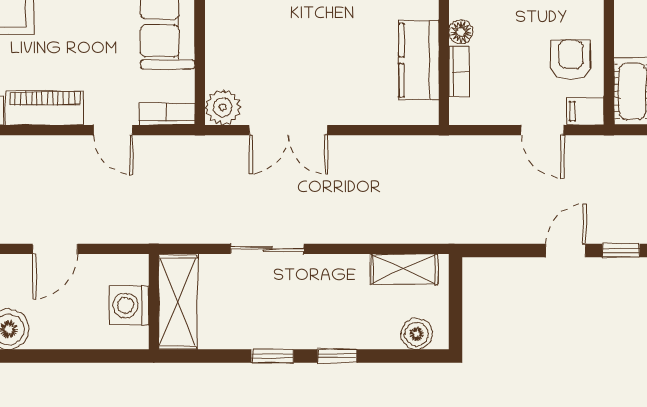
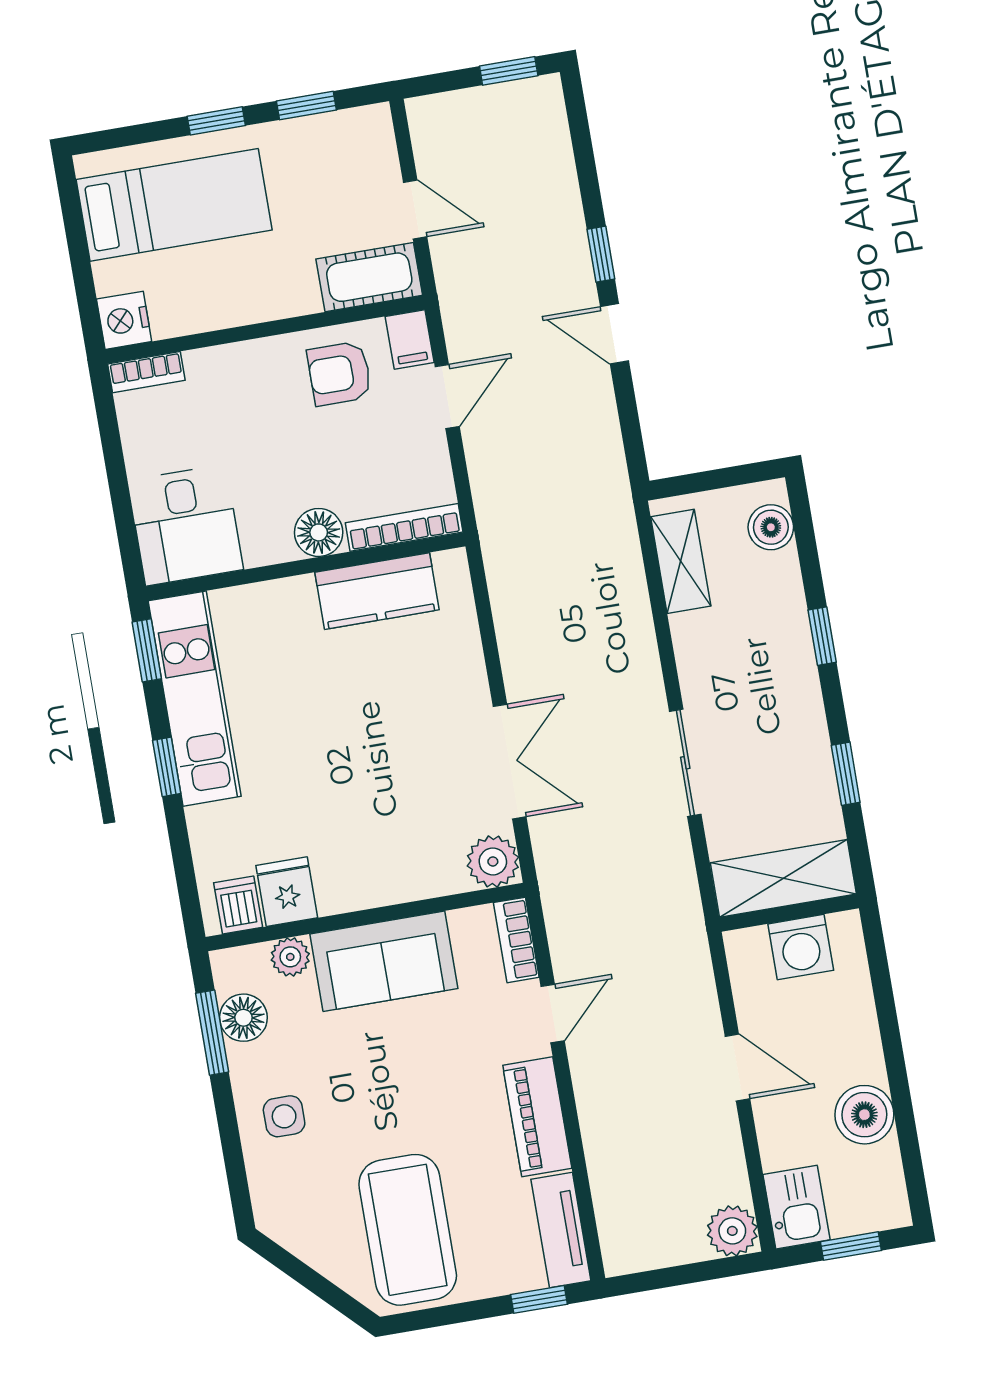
floor lamp: (461, 32) -> (319, 532), width x1.37, depth x1.37
bookcase: (459, 72) -> (404, 527), width x1.56
window: (272, 356) -> (846, 774), moved

